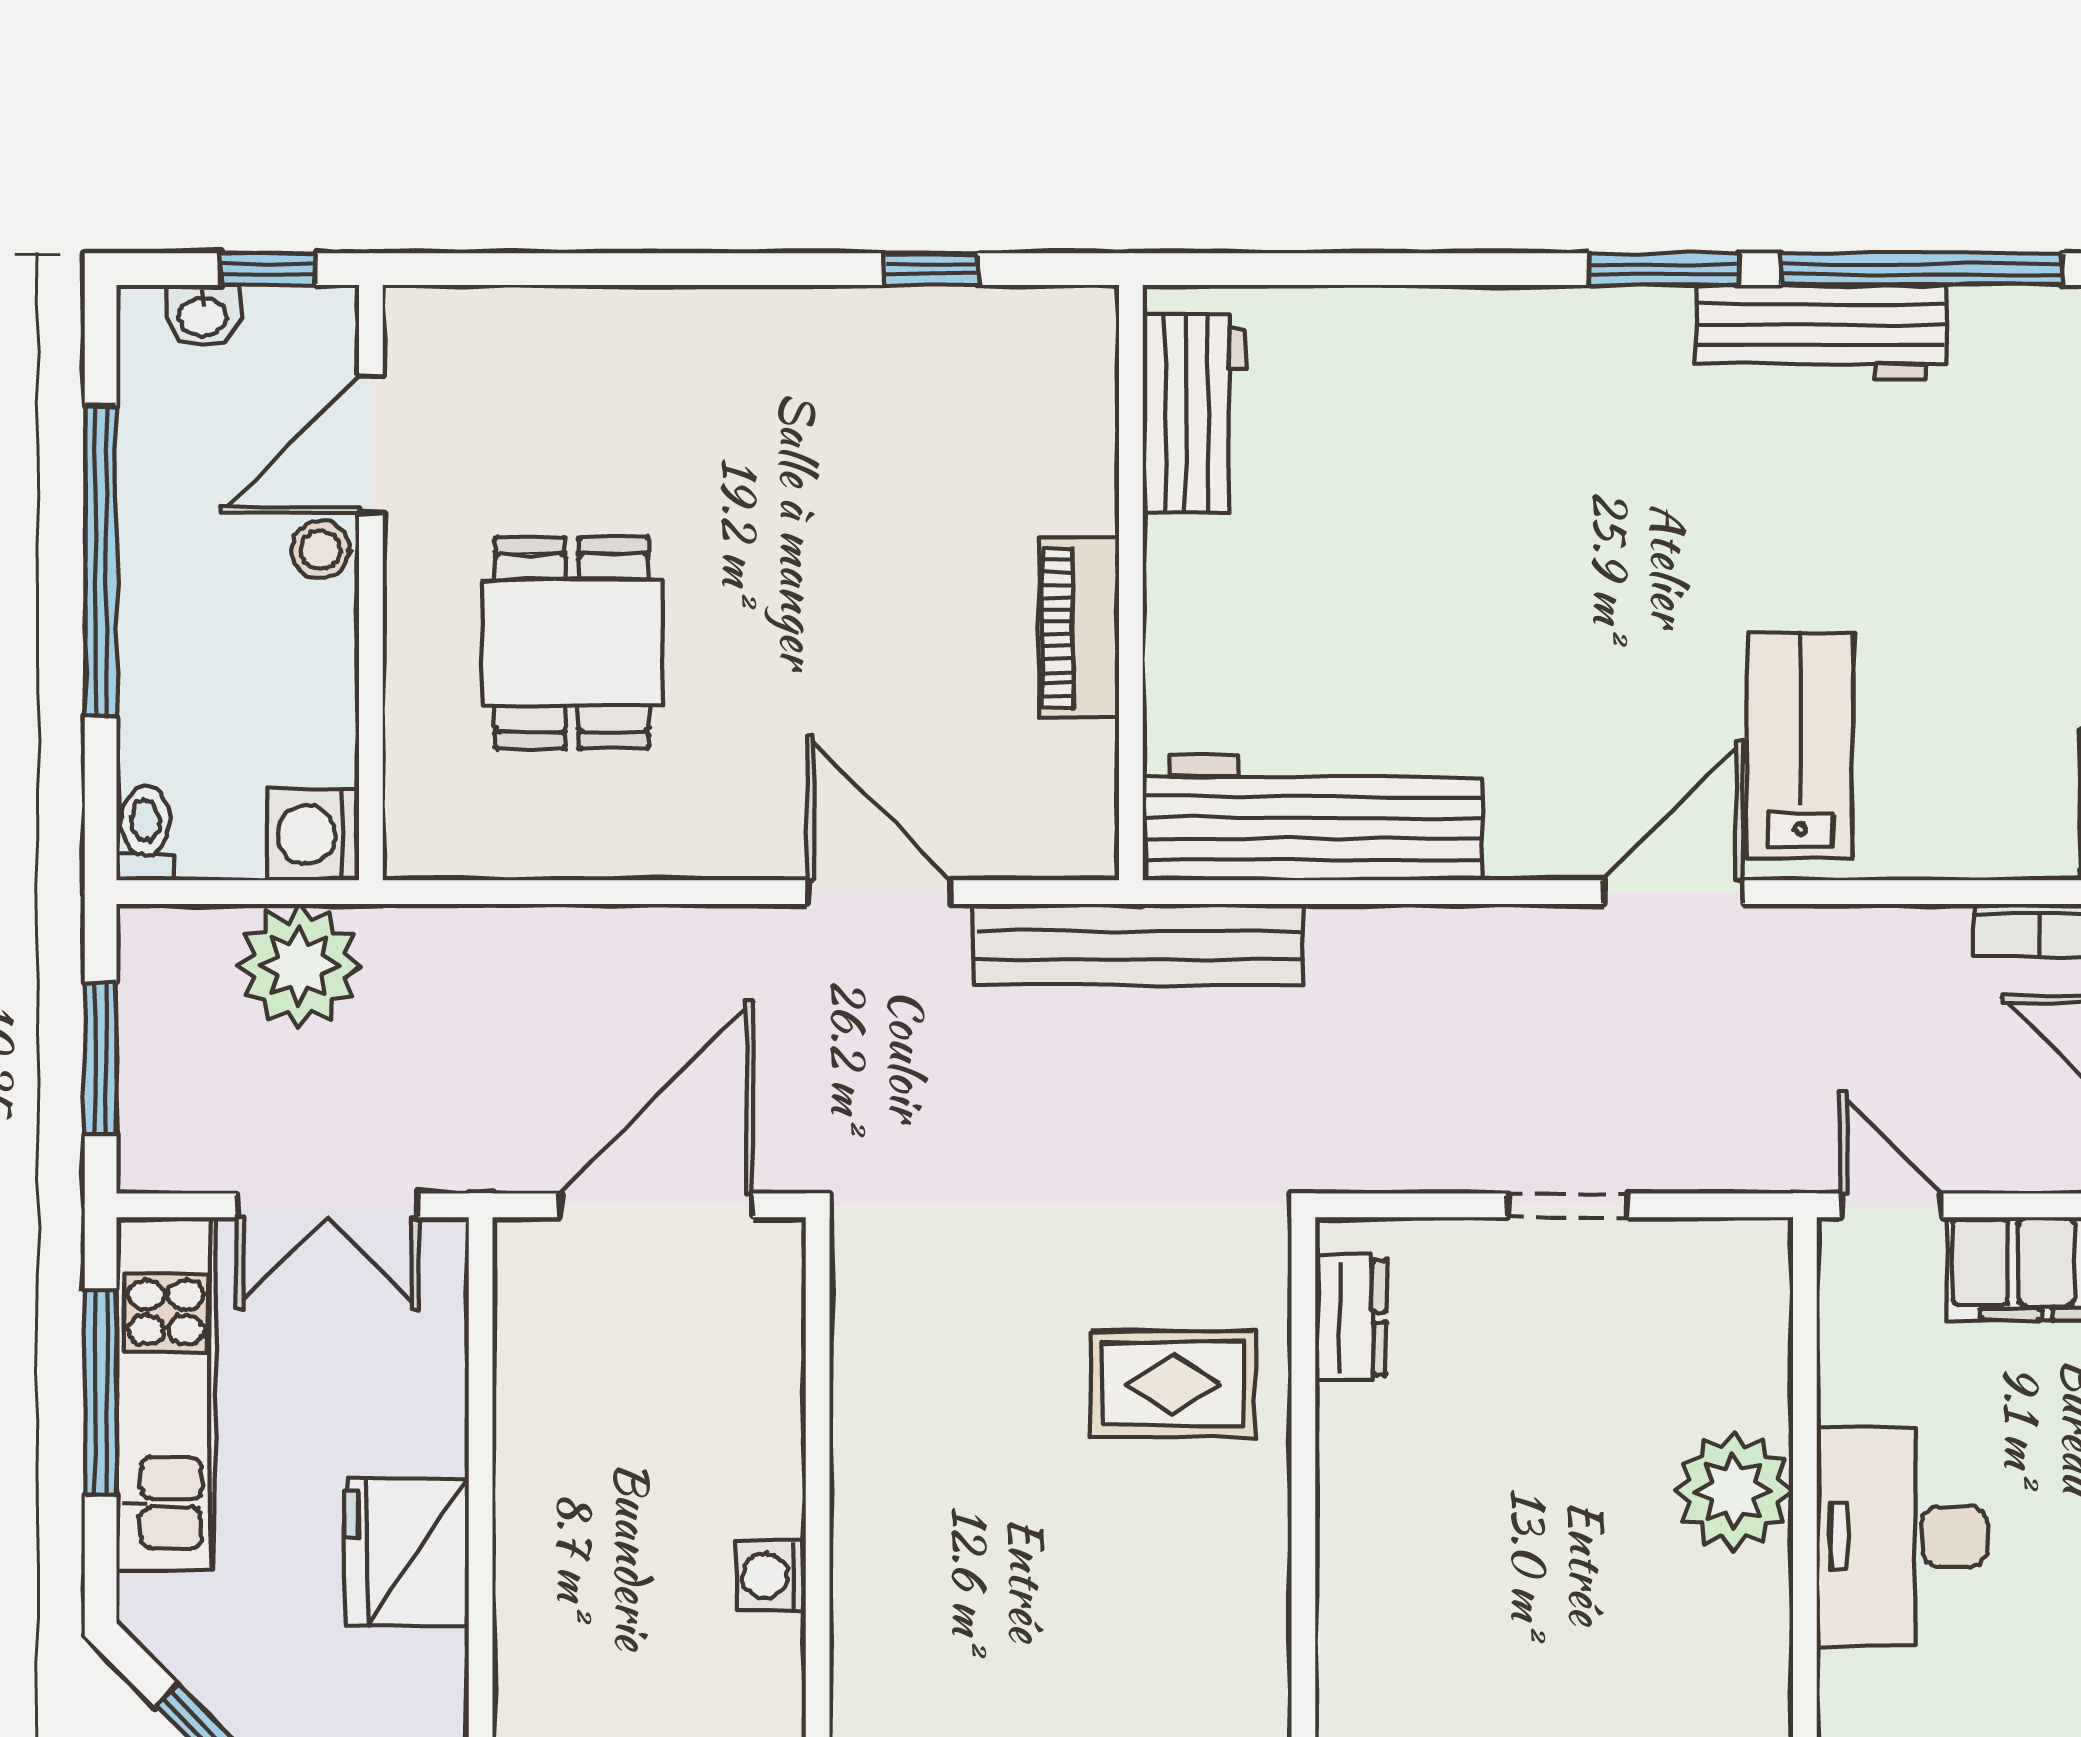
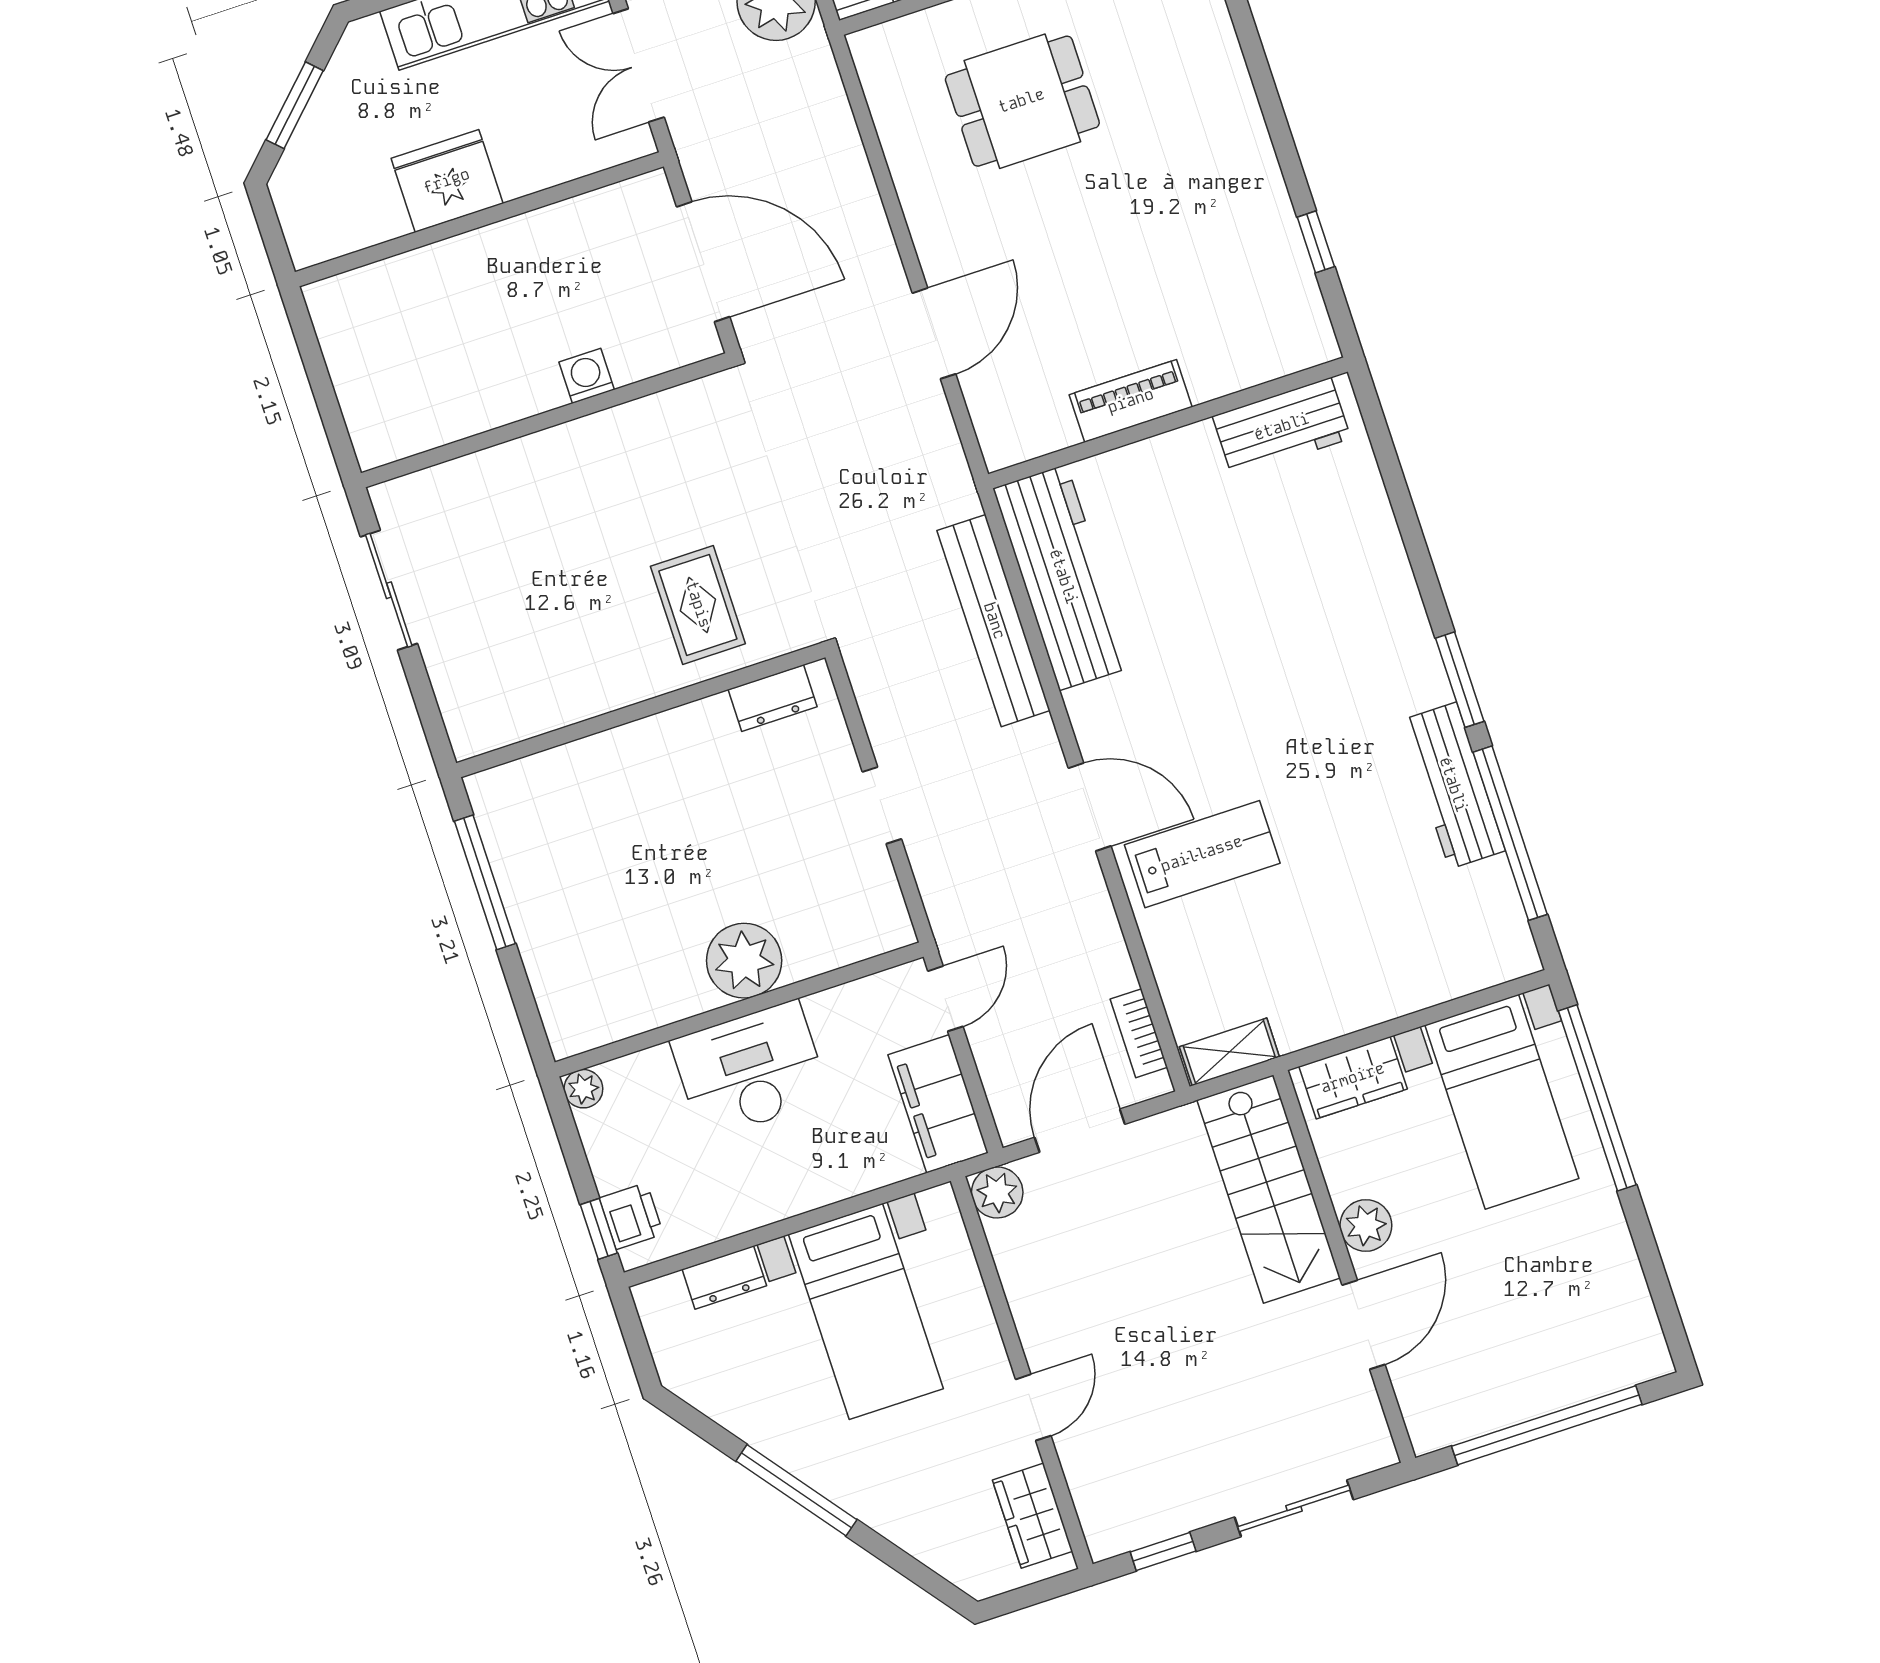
bench: (1139, 945) -> (994, 621), moved
washing machine: (771, 1576) -> (587, 376), moved

